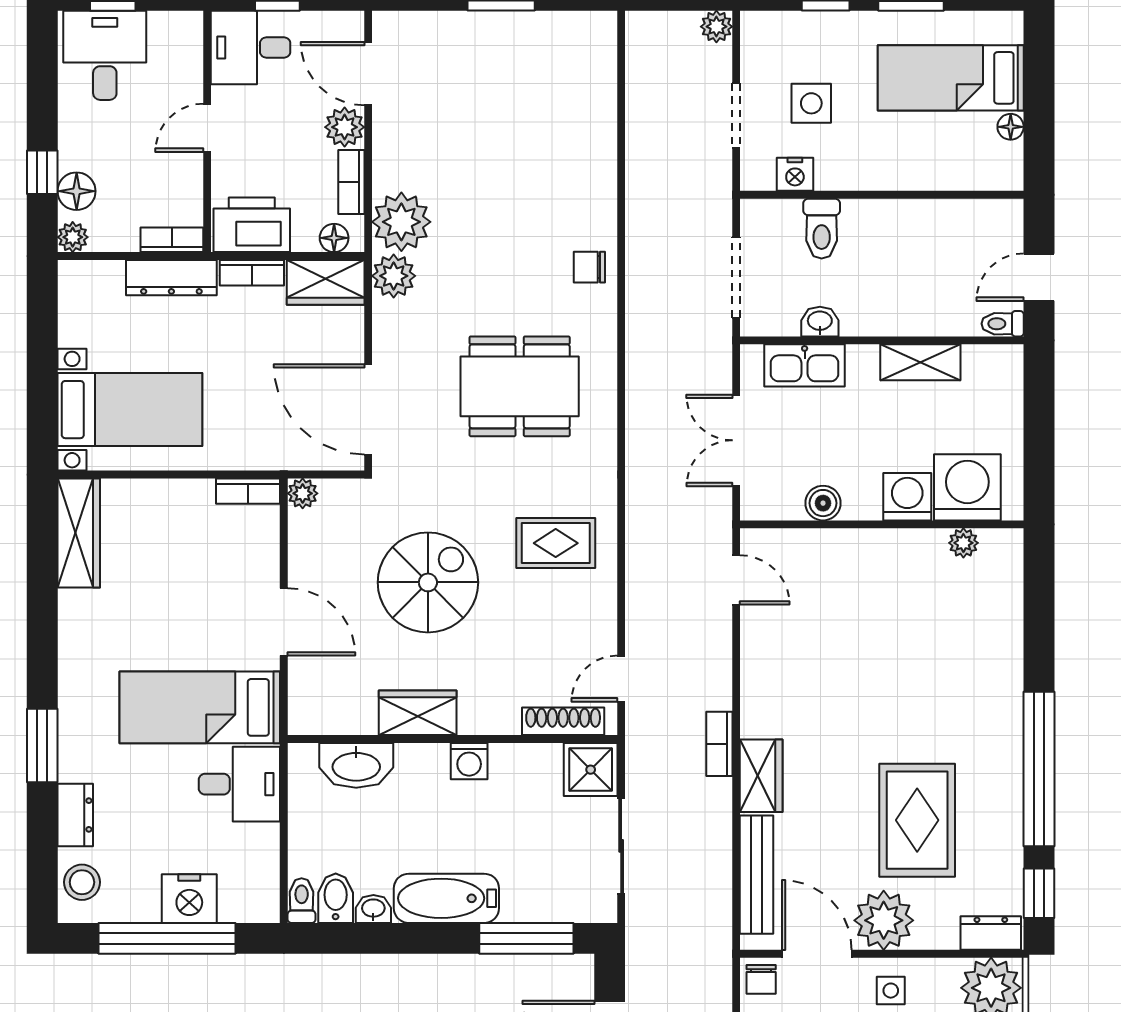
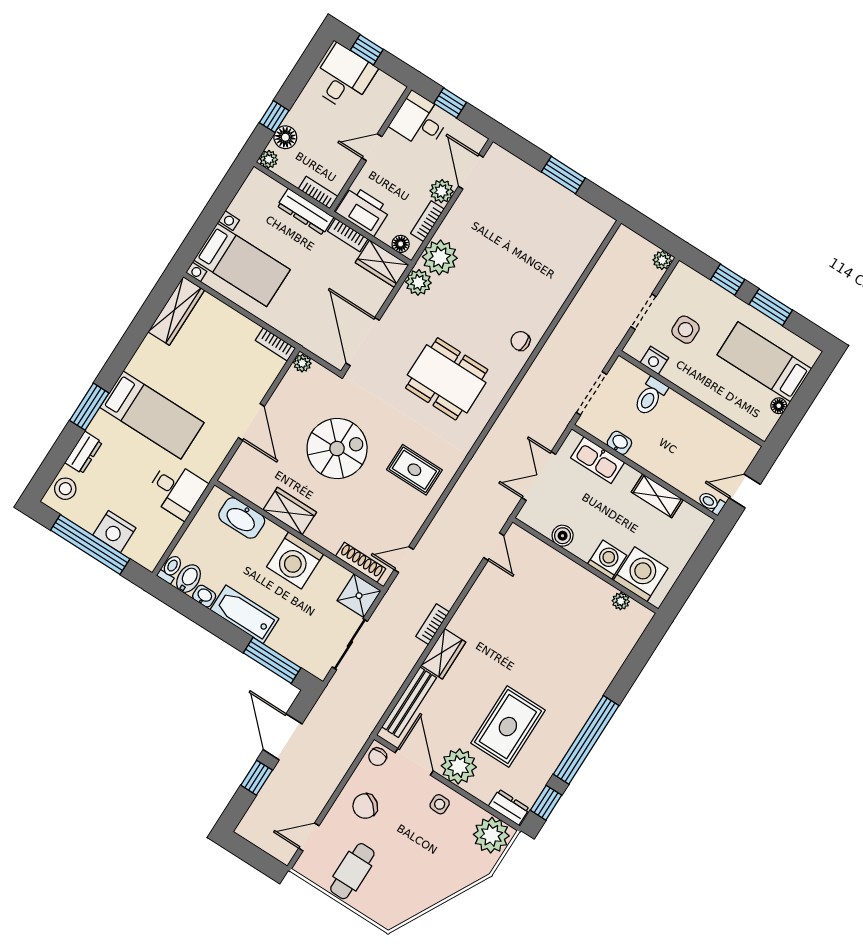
bed: (200, 707) -> (152, 415), moved, turned 180
washing machine: (469, 761) -> (295, 560), width x1.89, depth x1.89

